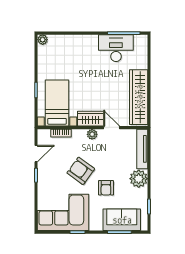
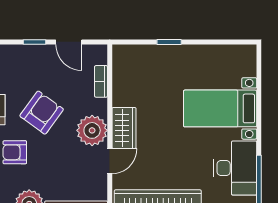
plant: (43, 40) -> (248, 52), removed
bed with nightstands: (57, 103) -> (220, 108), moved, turned 180
plant: (92, 134) -> (92, 130), width x1.88, depth x1.88

